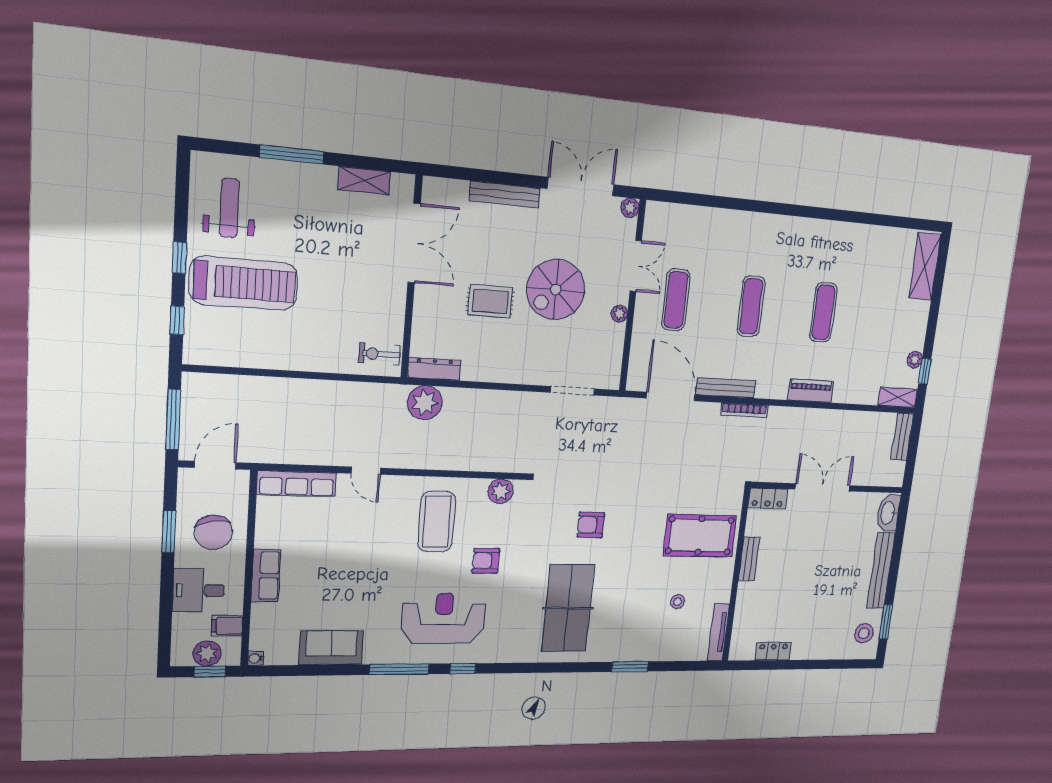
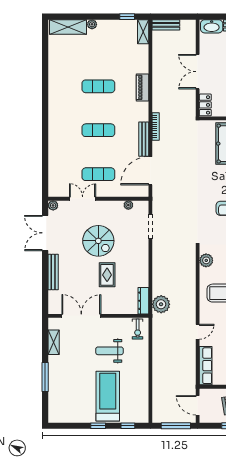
weight bench: (229, 208) -> (109, 351), moved
plant: (619, 314) -> (128, 205), moved
plant: (915, 360) -> (92, 24), moved

